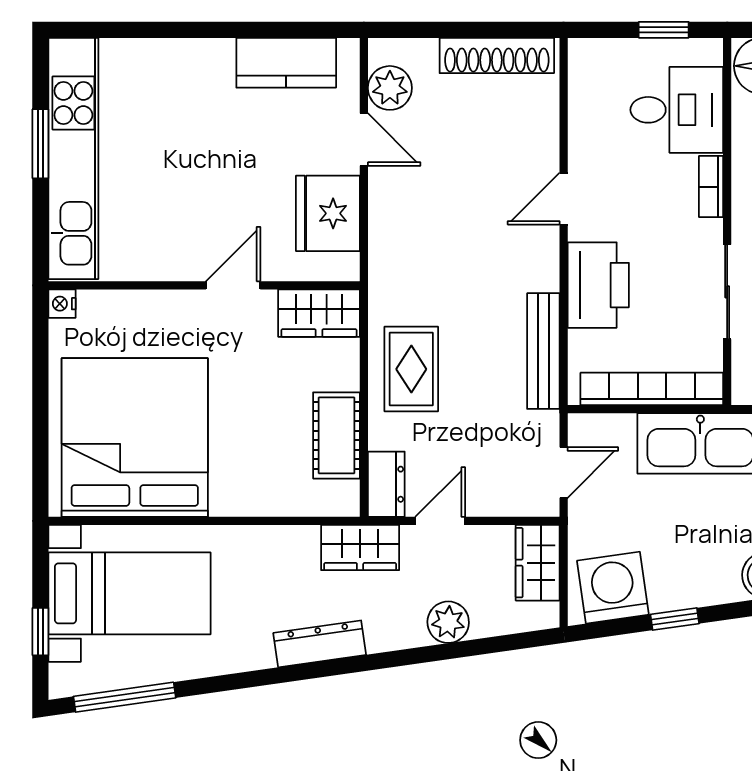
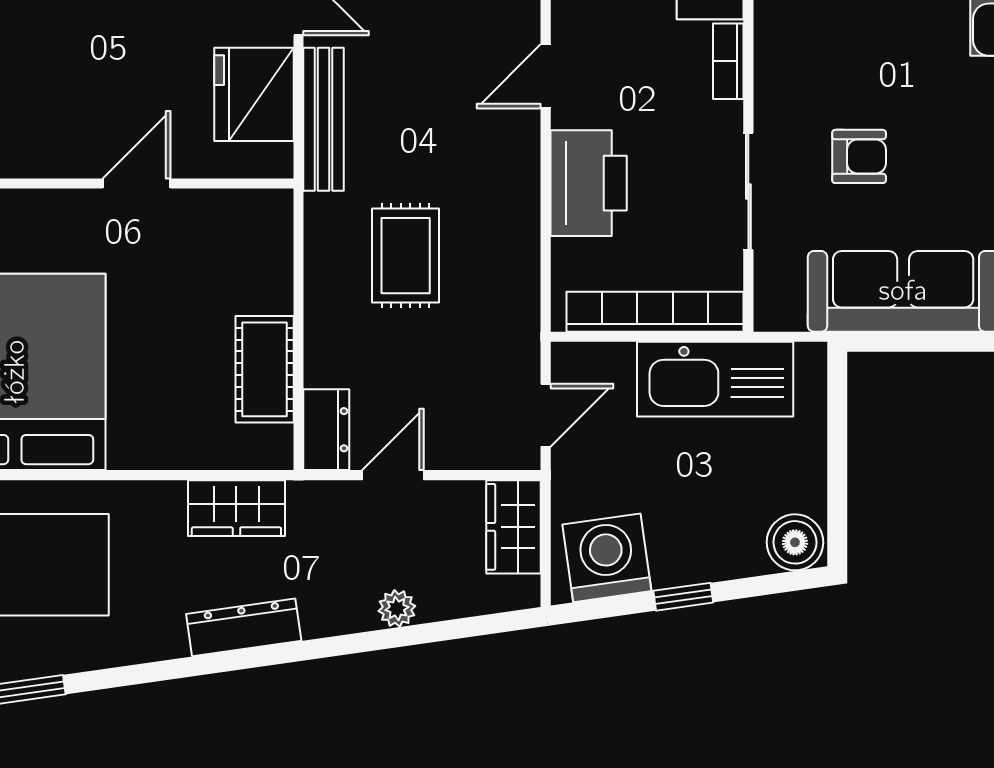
wardrobe: (319, 313) -> (243, 218), removed
bench: (543, 351) -> (324, 119), moved
rug: (411, 369) -> (406, 256), moved
wardrobe: (360, 548) -> (236, 508), moved
plant: (448, 622) -> (397, 608), width x0.73, depth x0.73

